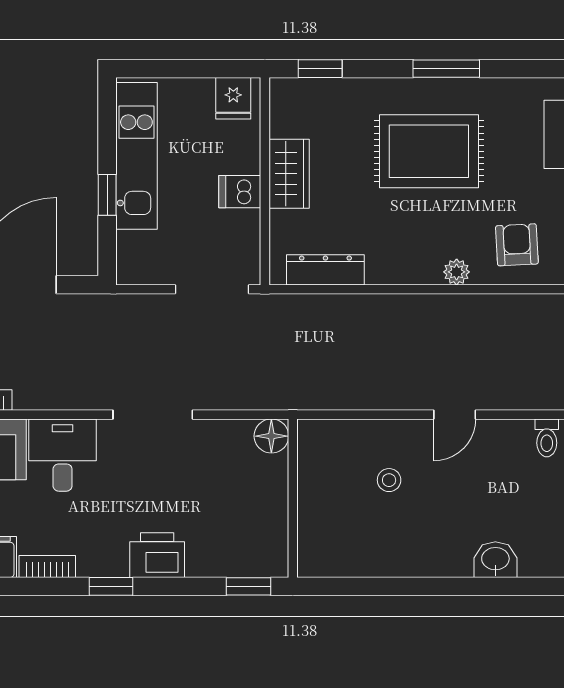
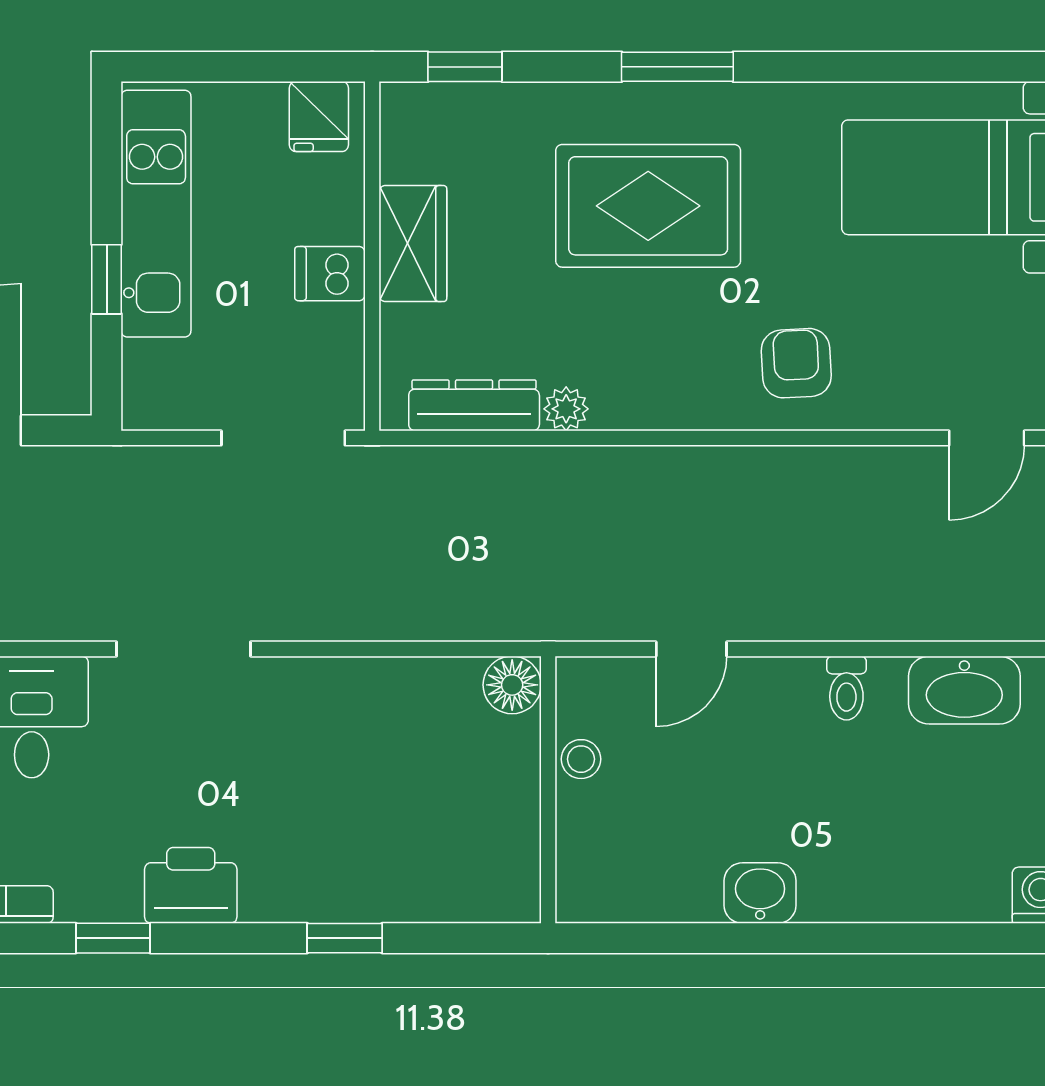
plant: (457, 272) -> (566, 409), moved
floor lamp: (271, 436) -> (512, 685), moved
wall: (293, 498) -> (548, 790), moved

